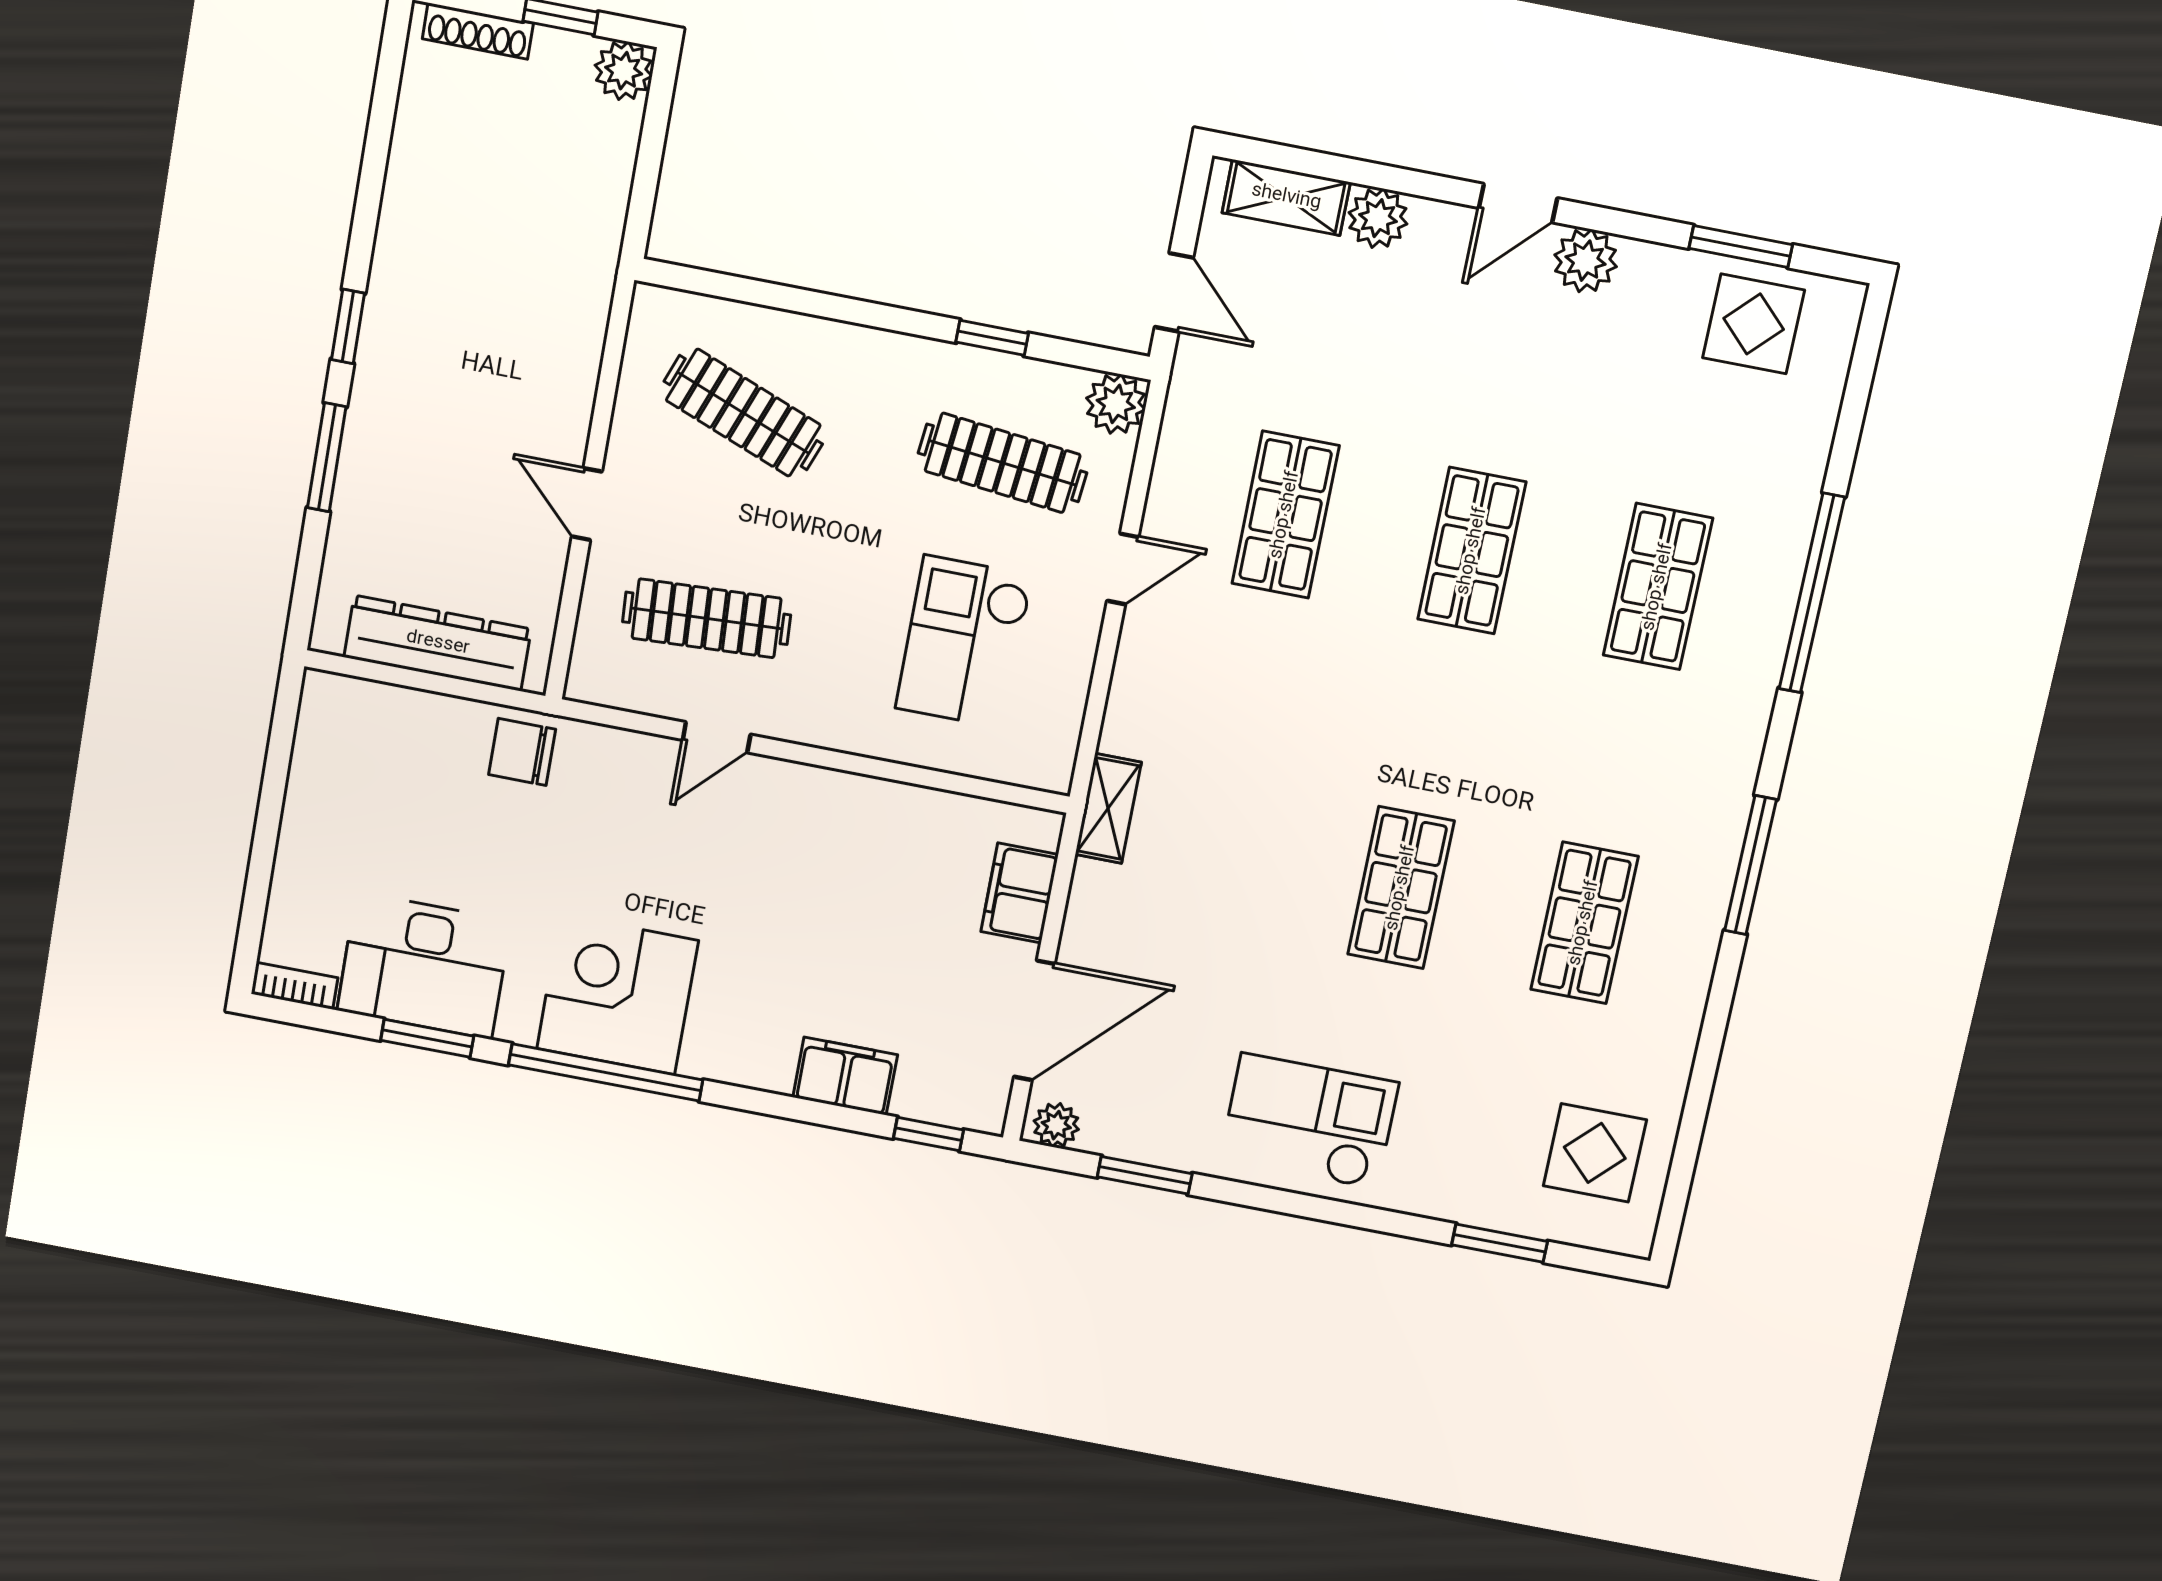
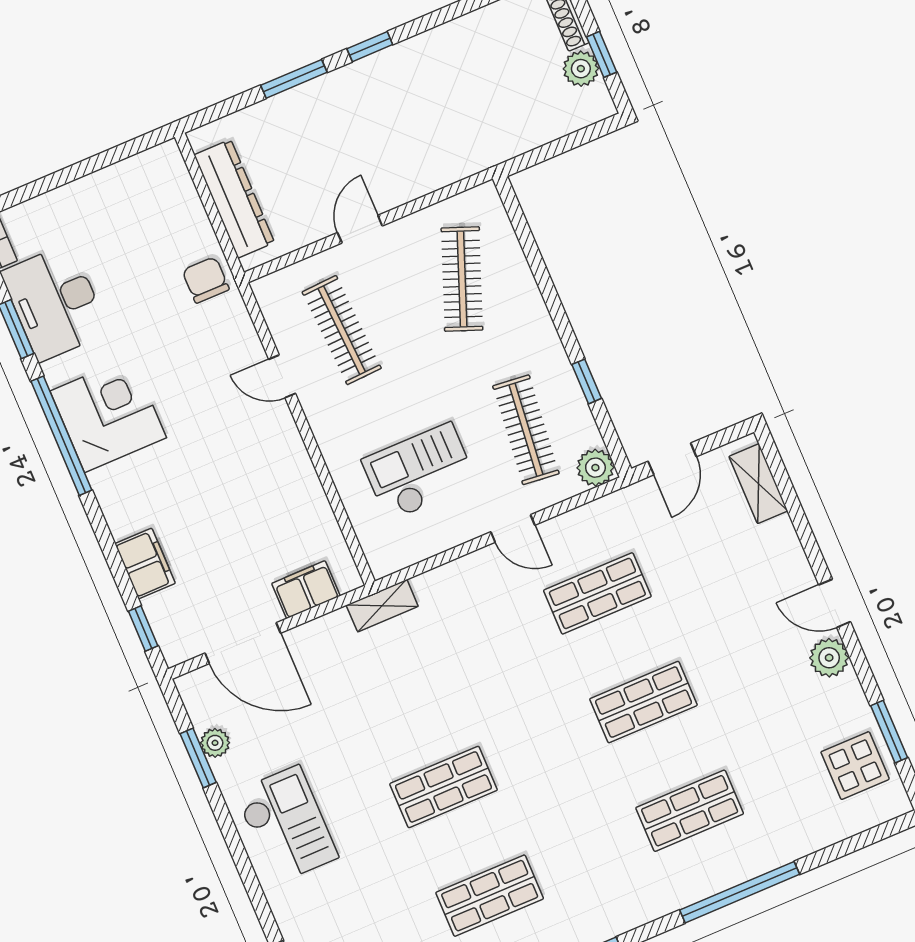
plant: (624, 71) -> (581, 69), moved
plant: (1378, 218) -> (779, 537), removed
plant: (1056, 1125) -> (215, 743), moved

